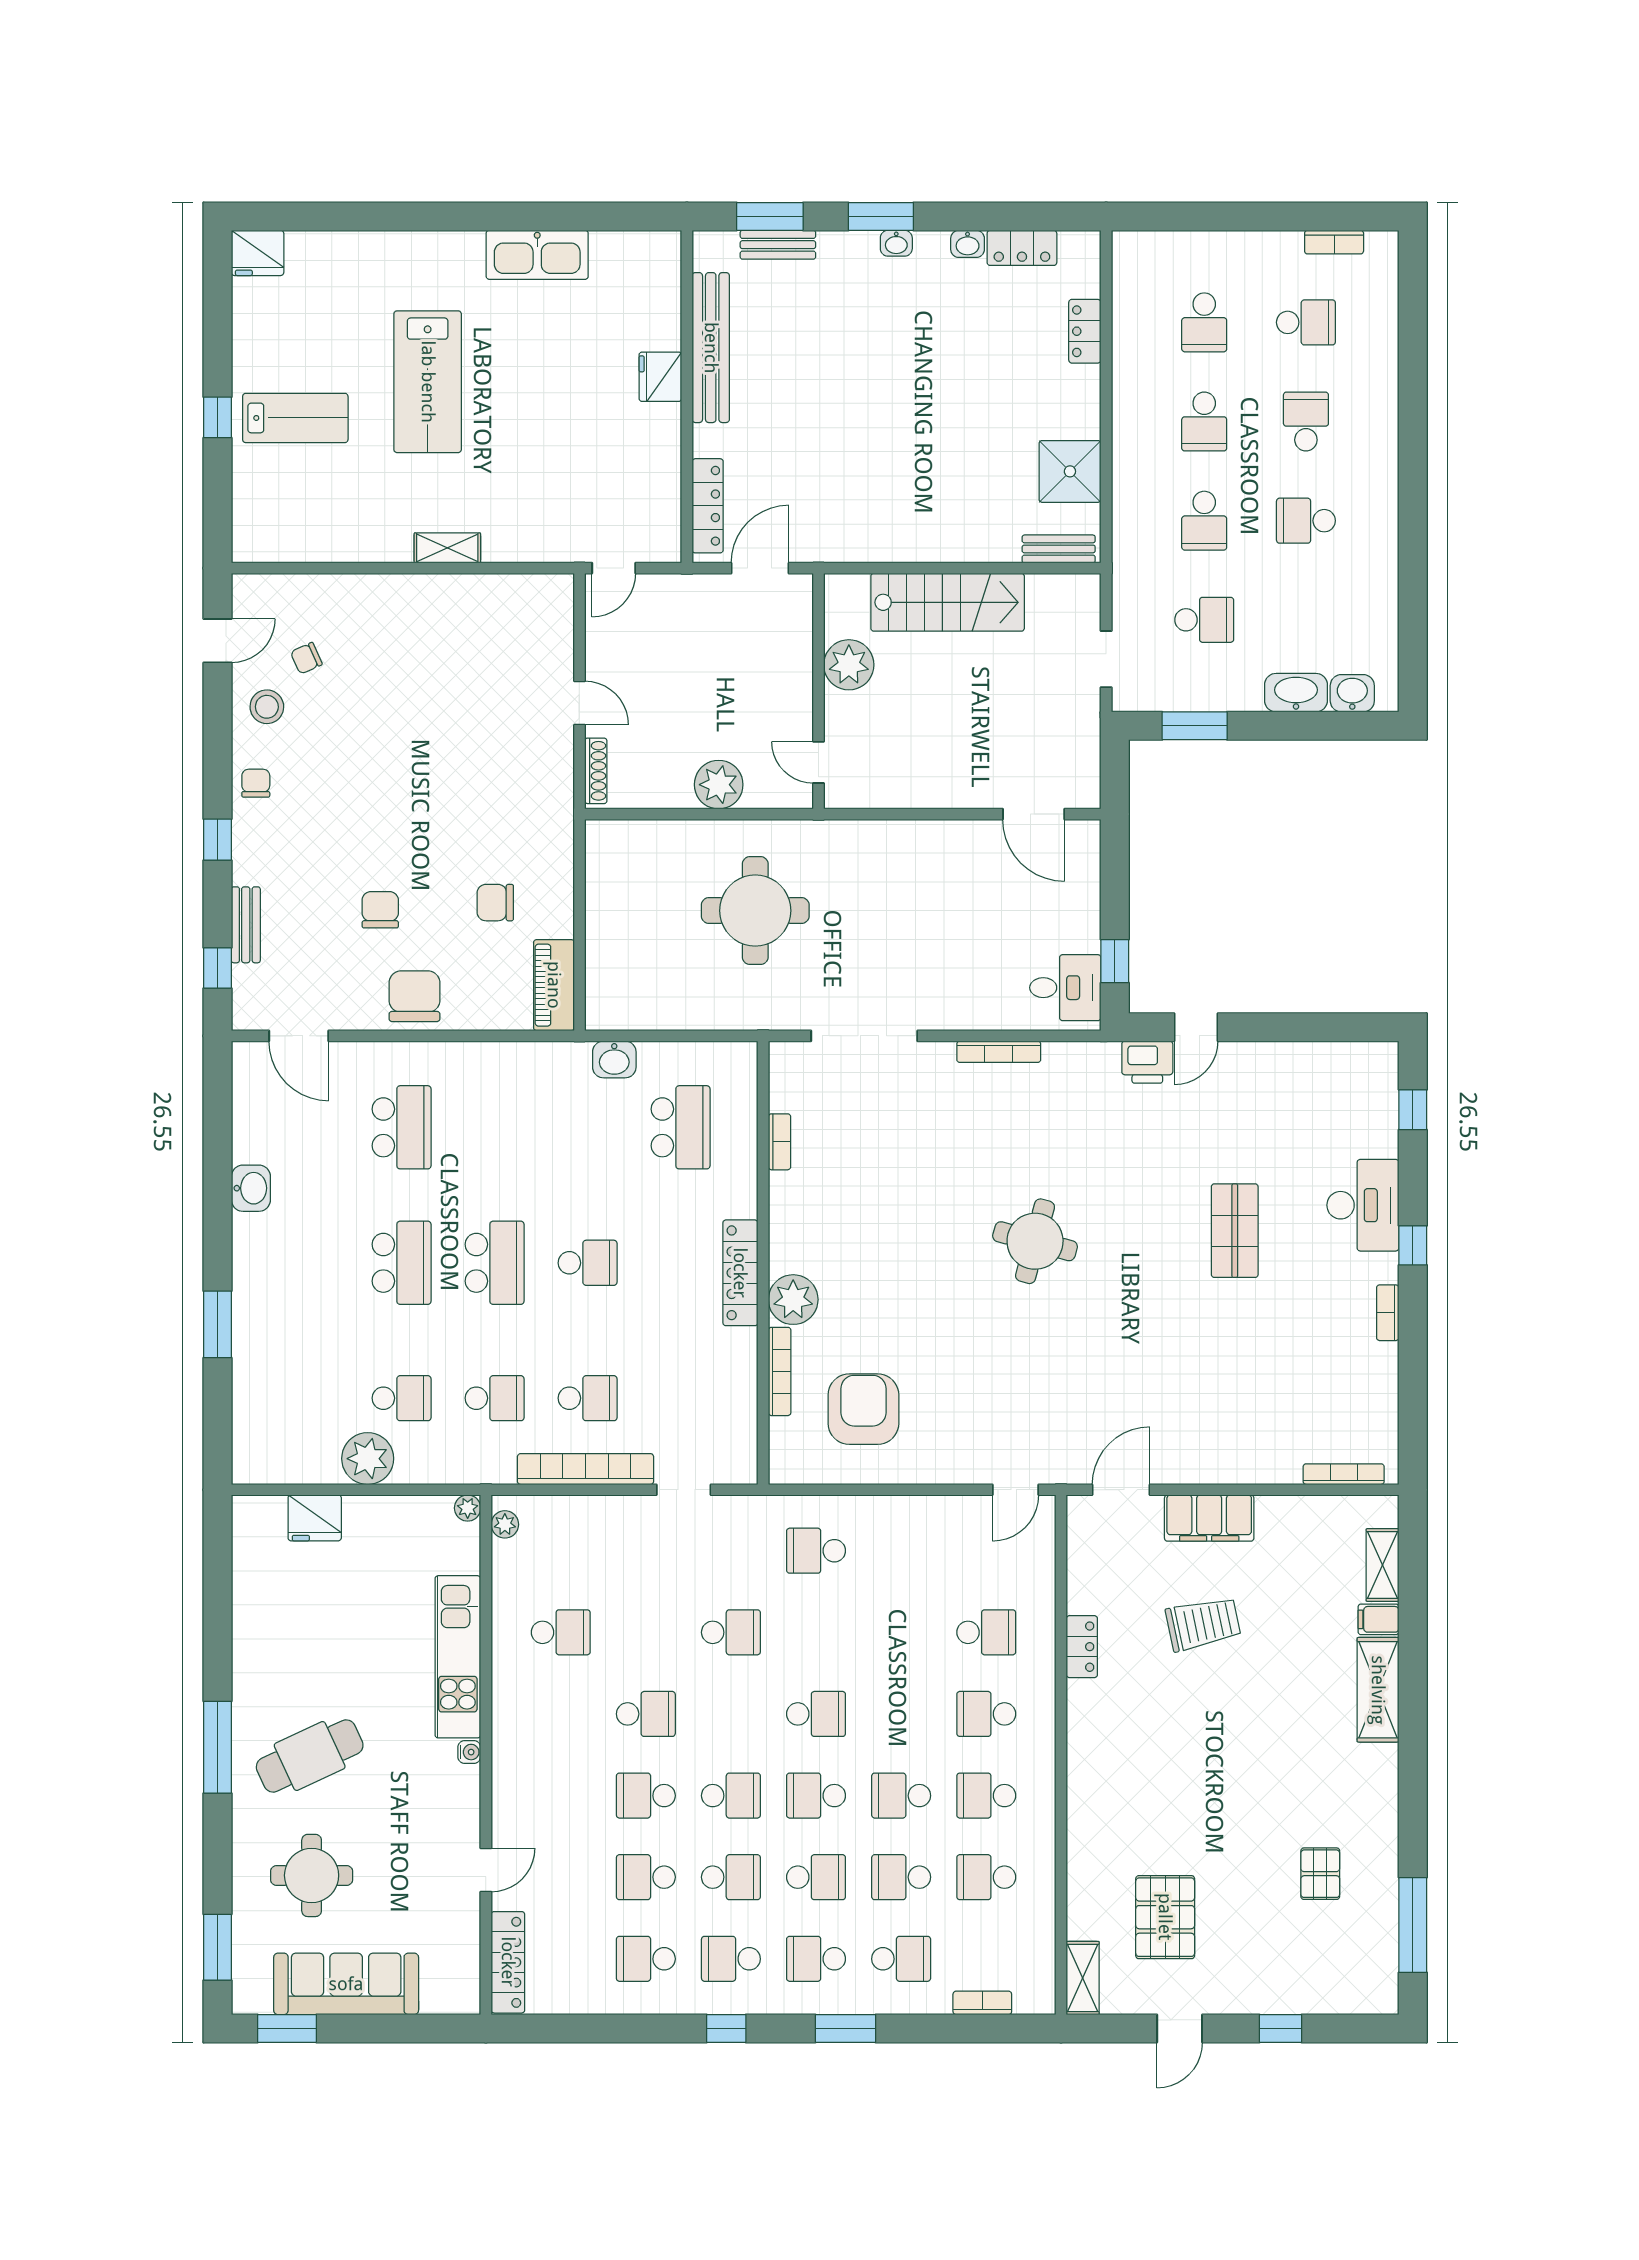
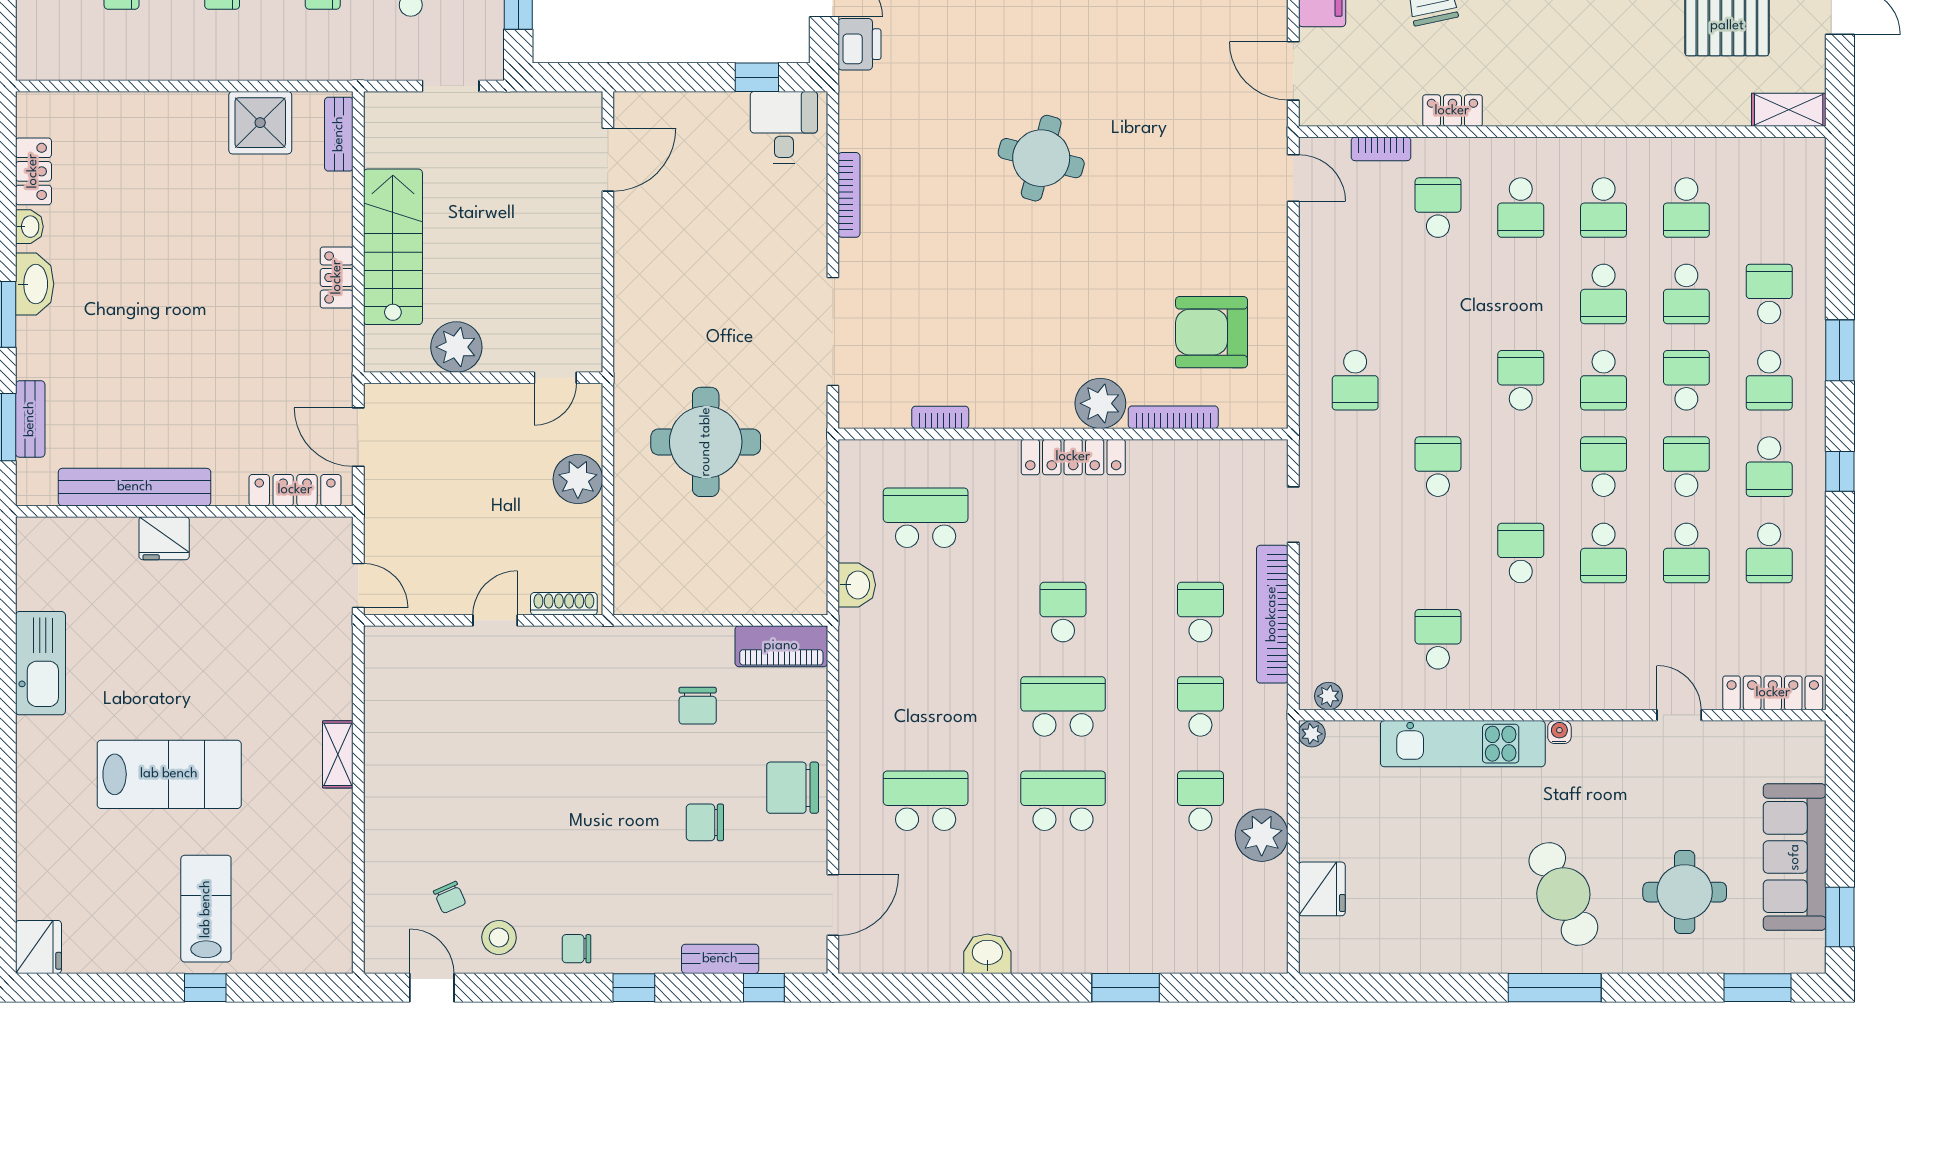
washbasin: (896, 243) -> (35, 284), width x1.91, depth x1.45
locker: (1085, 331) -> (337, 277), moved, turned 90
bookcase: (982, 2003) -> (1381, 149), moved, turned -90

